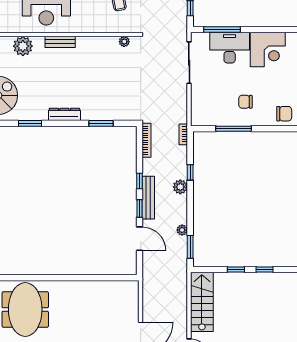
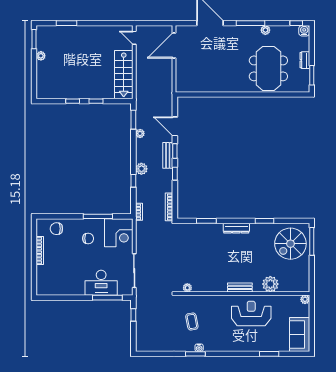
corner desk: (268, 50) -> (119, 233), moved, turned 180
bench: (148, 198) -> (168, 155), width x0.73

